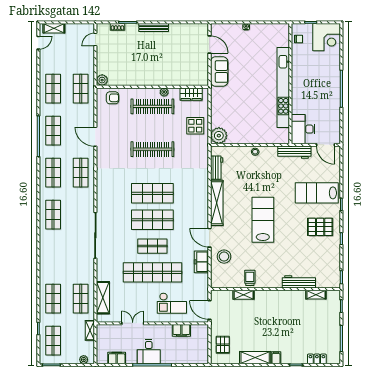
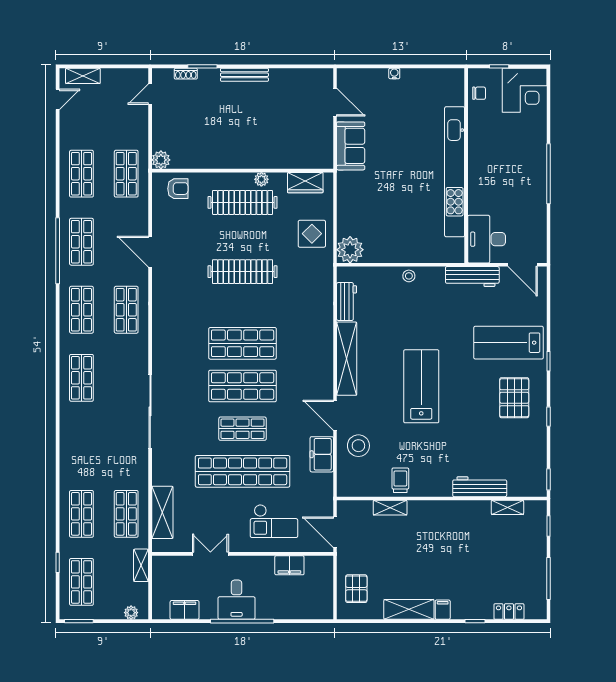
pallet: (320, 227) -> (514, 398), turned 90

